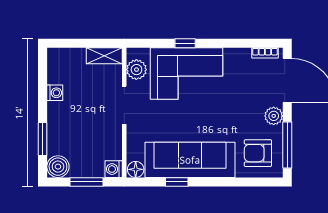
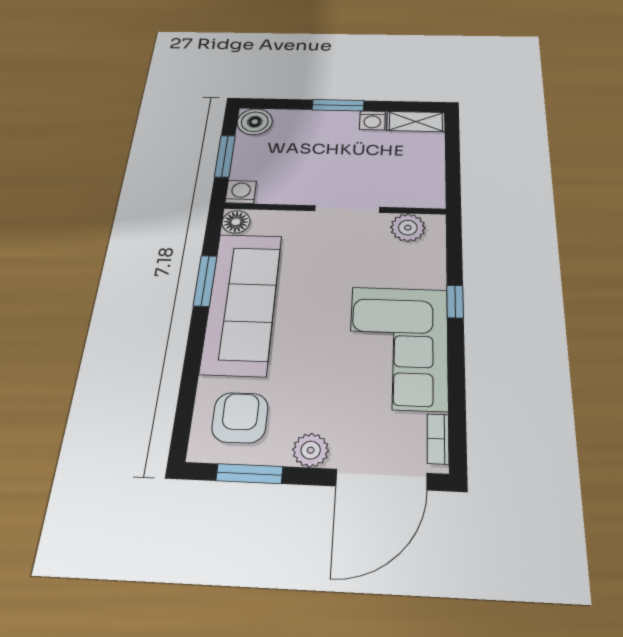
shelving: (104, 56) -> (416, 122), moved, turned 90
corner sofa: (187, 73) -> (398, 347), moved
window: (43, 139) -> (338, 105), moved
window: (287, 145) -> (249, 474), width x0.69
window: (177, 182) -> (205, 281), width x1.50

